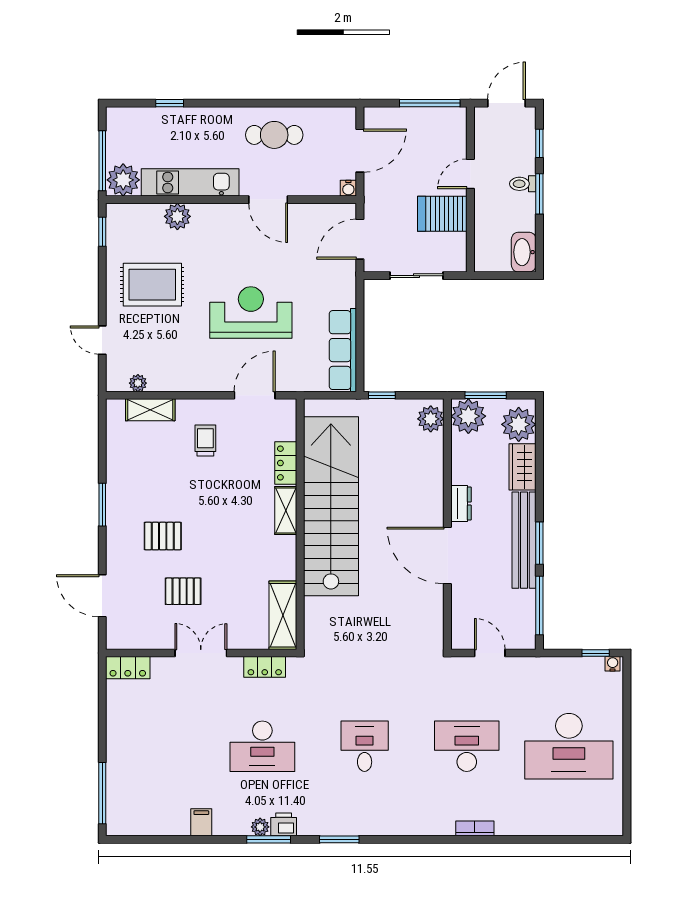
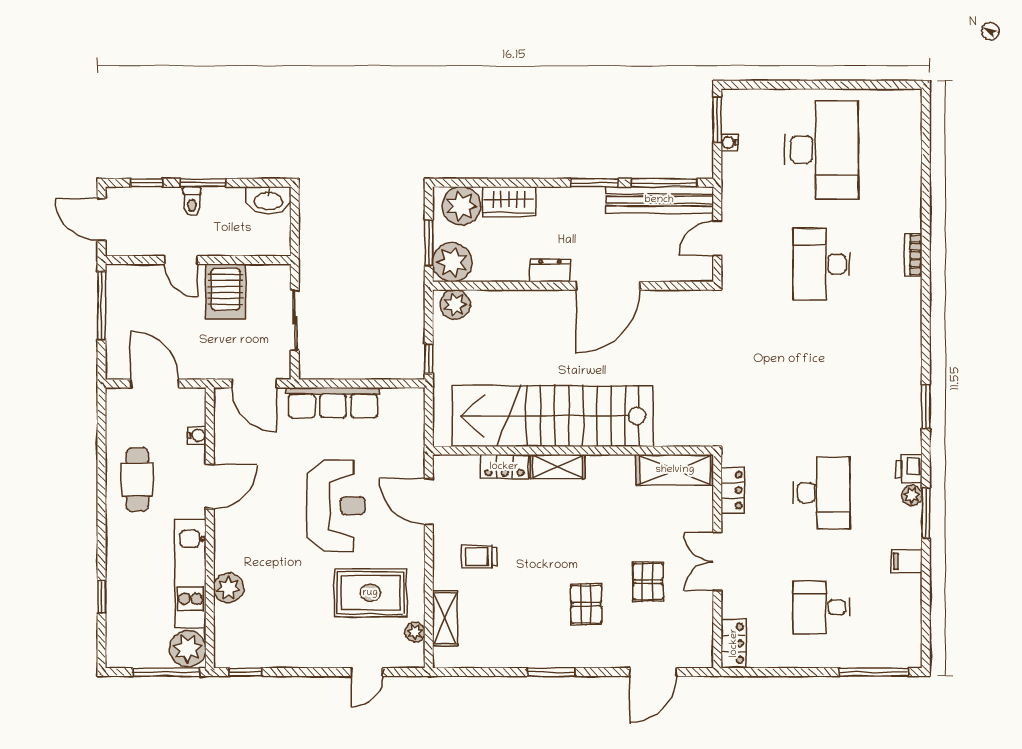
water cooler: (348, 188) -> (197, 435), moved
rug: (152, 285) -> (370, 593), moved, turned 90
reception desk: (251, 312) -> (336, 506), turned 180
row of seats: (343, 350) -> (333, 403), moved
bench: (524, 540) -> (659, 200), moved
window: (596, 653) -> (717, 120), width x1.50
water cooler: (613, 664) -> (729, 142), moved
desk: (365, 746) -> (821, 607), moved
window: (269, 839) -> (926, 513), moved

